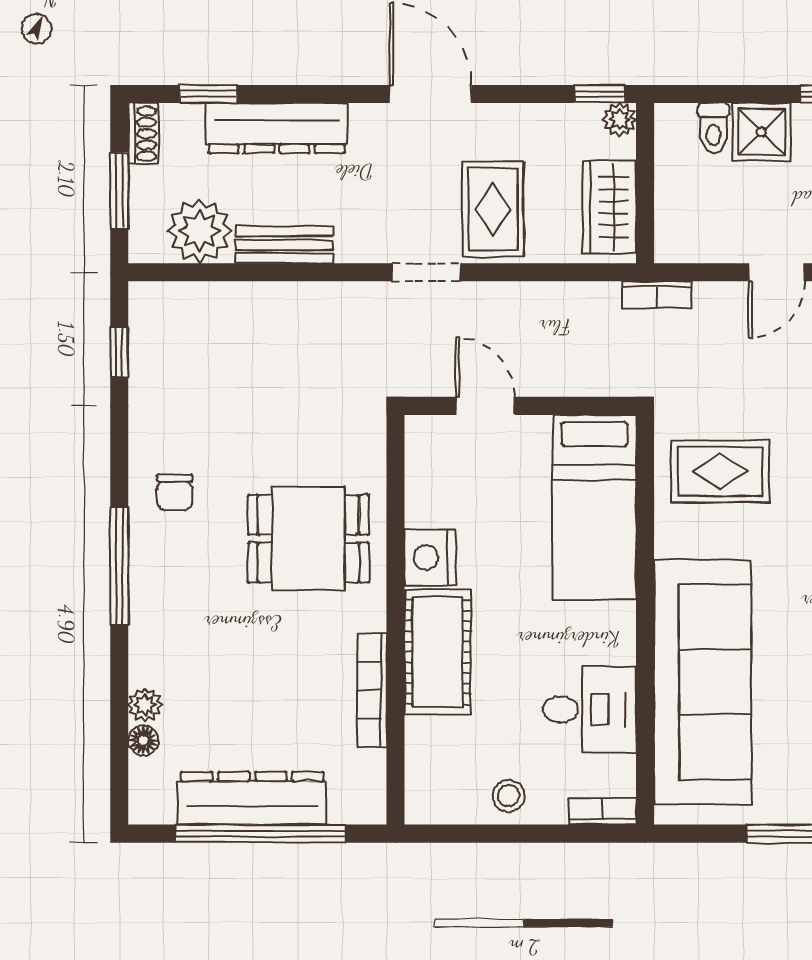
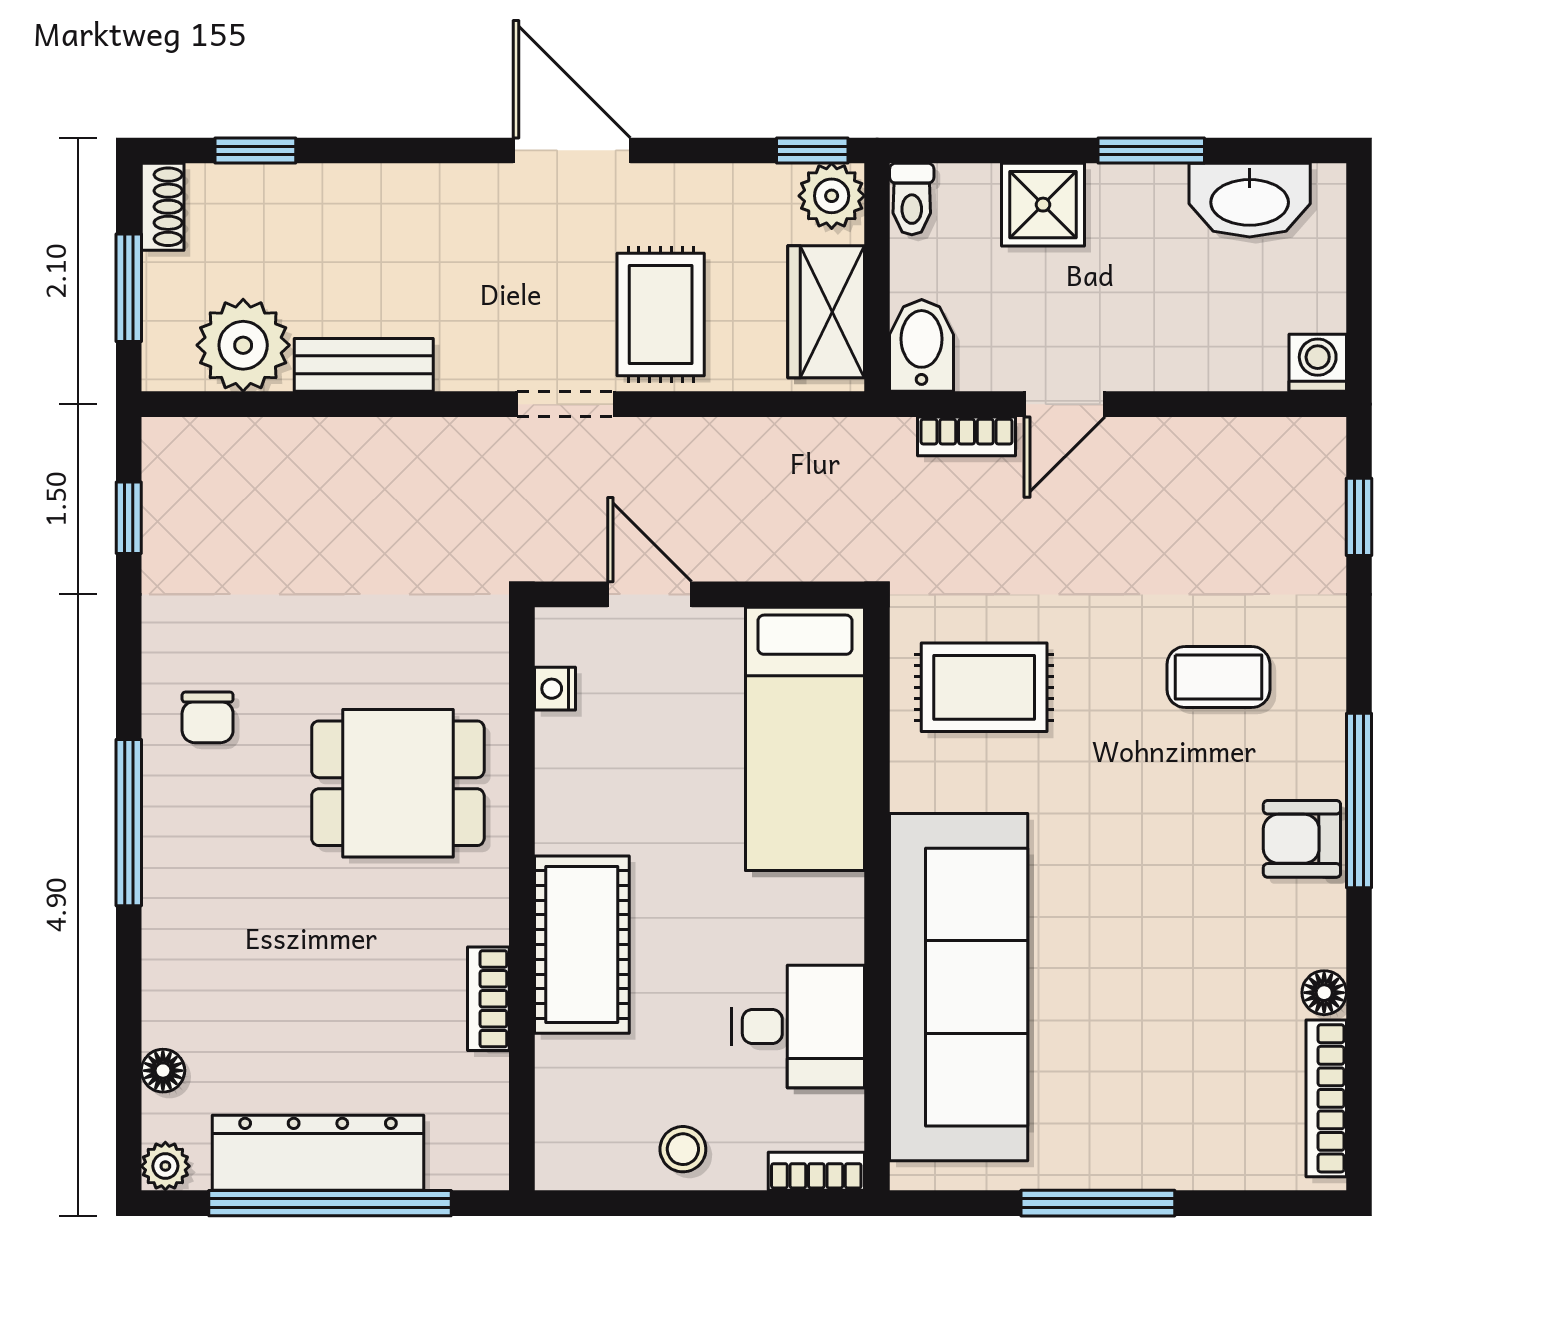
plant: (619, 120) -> (832, 196), width x1.38, depth x1.38
dresser: (277, 128) -> (353, 199), removed
toilet: (713, 128) -> (912, 199), moved
bidet: (676, 231) -> (922, 345), added
bookcase: (657, 295) -> (966, 436), moved
nightstand: (430, 557) -> (555, 689), moved, width x0.53, depth x0.56
bookcase: (372, 690) -> (488, 999), width x0.64
plant: (145, 705) -> (165, 1166), moved

